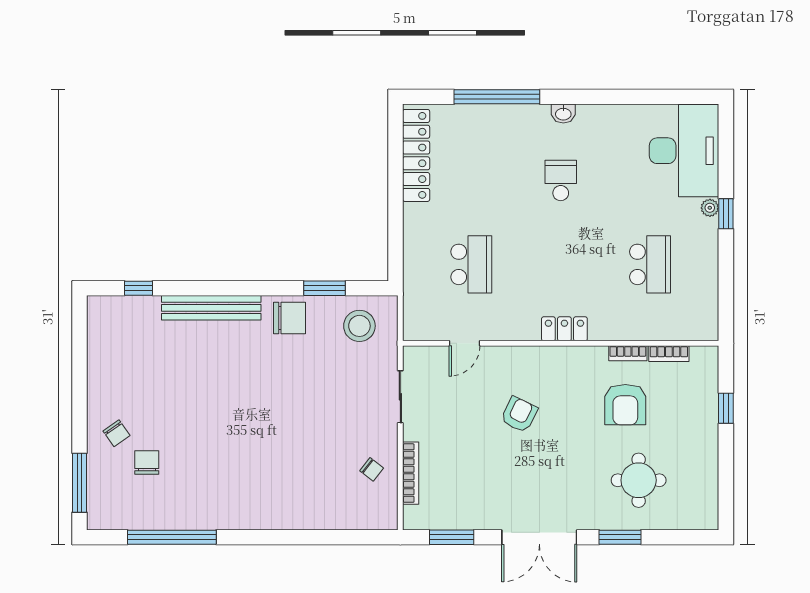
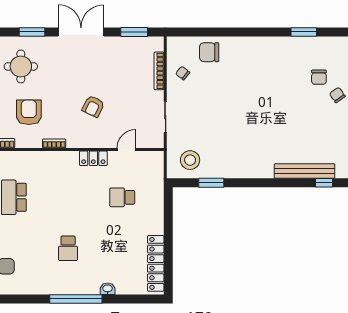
window: (497, 97) -> (76, 299), moved
washbasin: (563, 114) -> (108, 289), moved
school desk: (471, 264) -> (122, 197), width x0.54
bench: (211, 308) -> (305, 171), moved
chair: (289, 318) -> (209, 52), moved
locker: (564, 329) -> (93, 158), moved
bookcase: (628, 353) -> (54, 143), moved
window: (172, 537) -> (304, 32), width x0.47

